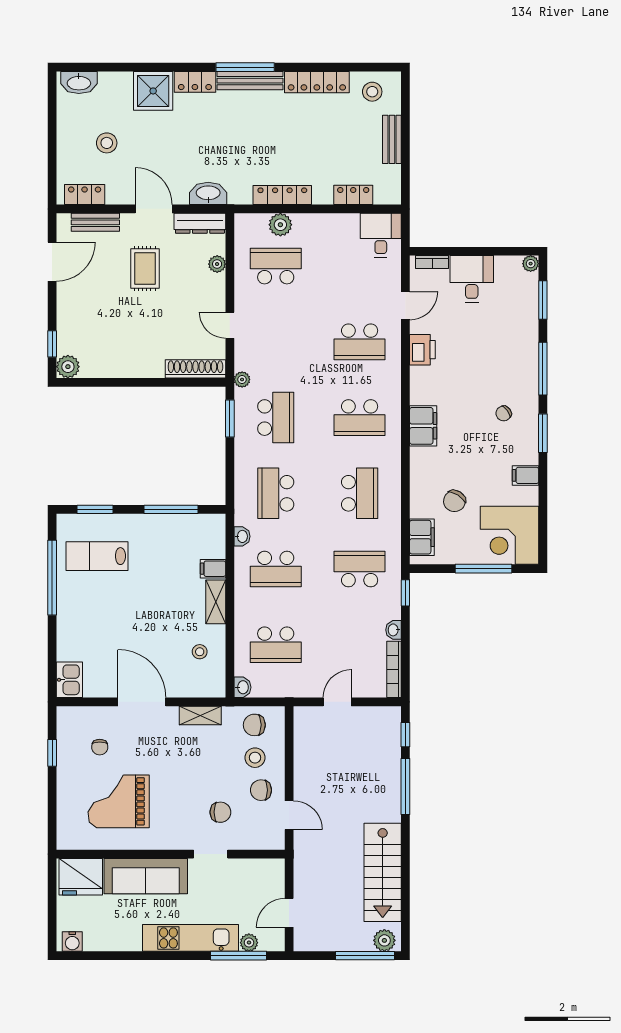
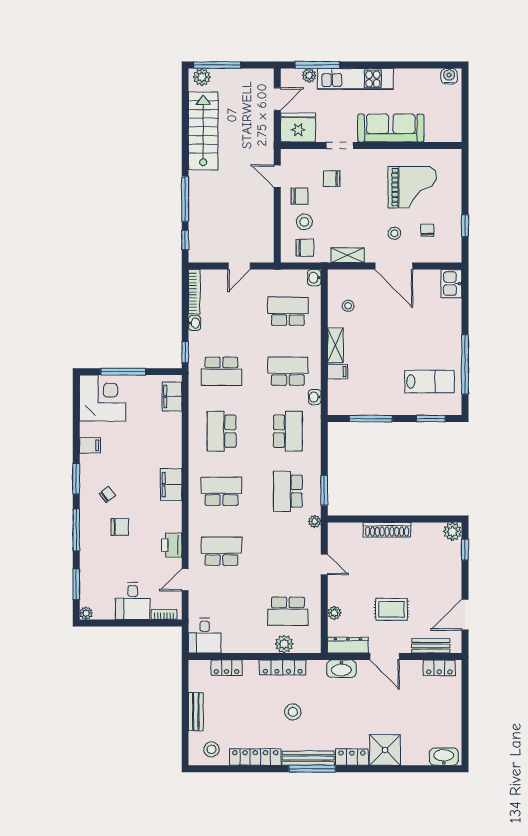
stool: (107, 143) -> (293, 712), moved
rug: (145, 269) -> (391, 609), turned 90
shoe rack: (195, 369) -> (387, 530), moved
chair: (454, 501) -> (120, 527), moved, turned 58
stool: (141, 743) -> (394, 233), added
fridge: (81, 877) -> (298, 127), moved

